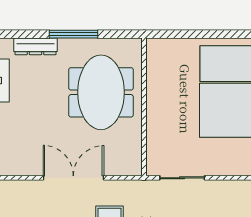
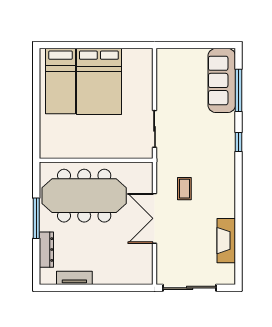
meeting table: (101, 92) -> (84, 196), width x1.36

